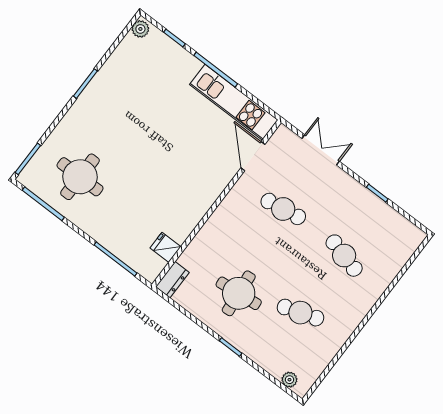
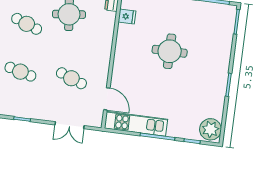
plant: (140, 29) -> (210, 129), width x1.88, depth x1.88
round table: (80, 177) -> (170, 51), moved
cafe table: (283, 209) -> (71, 78), turned 30
cafe table: (300, 313) -> (27, 24), turned 39

